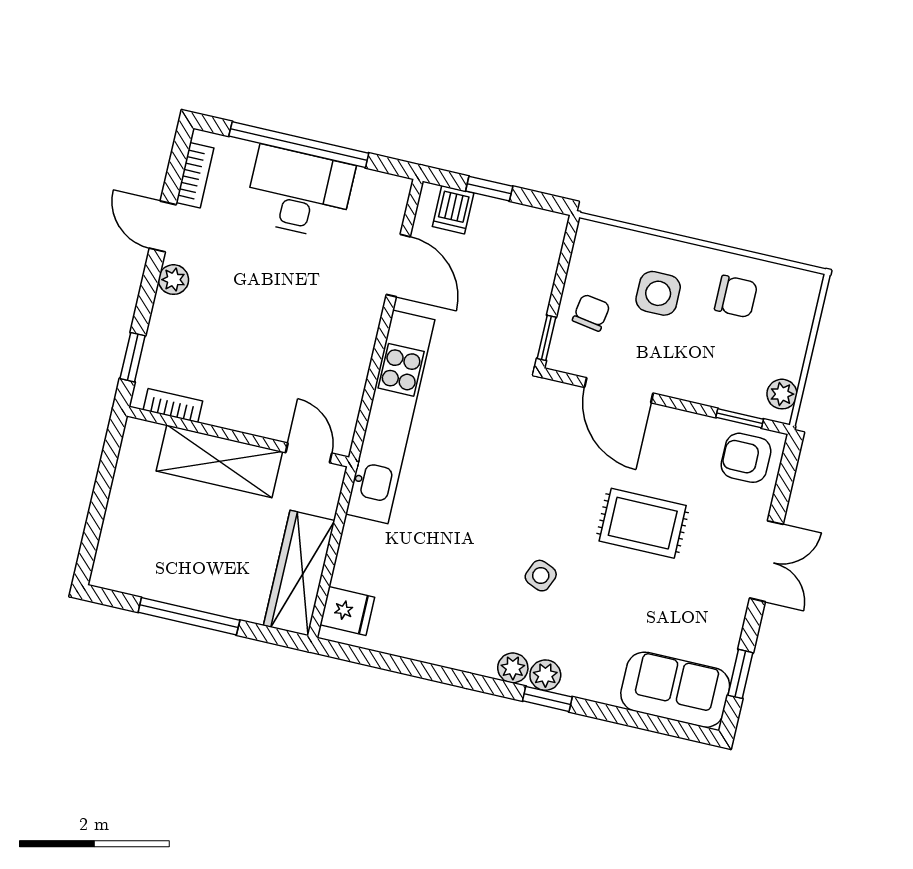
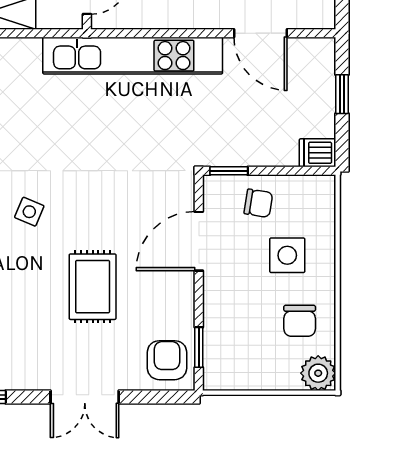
dishwasher: (453, 210) -> (318, 153), moved
door: (398, 266) -> (260, 33), hinge flipped
plant: (782, 394) -> (318, 373), moved, width x1.38, depth x1.38

